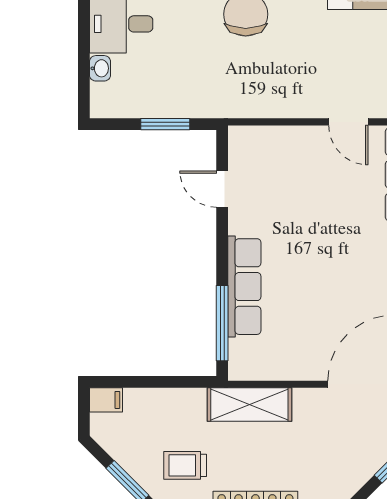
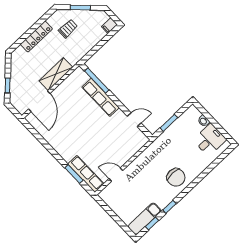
shelving: (249, 405) -> (56, 74), moved

